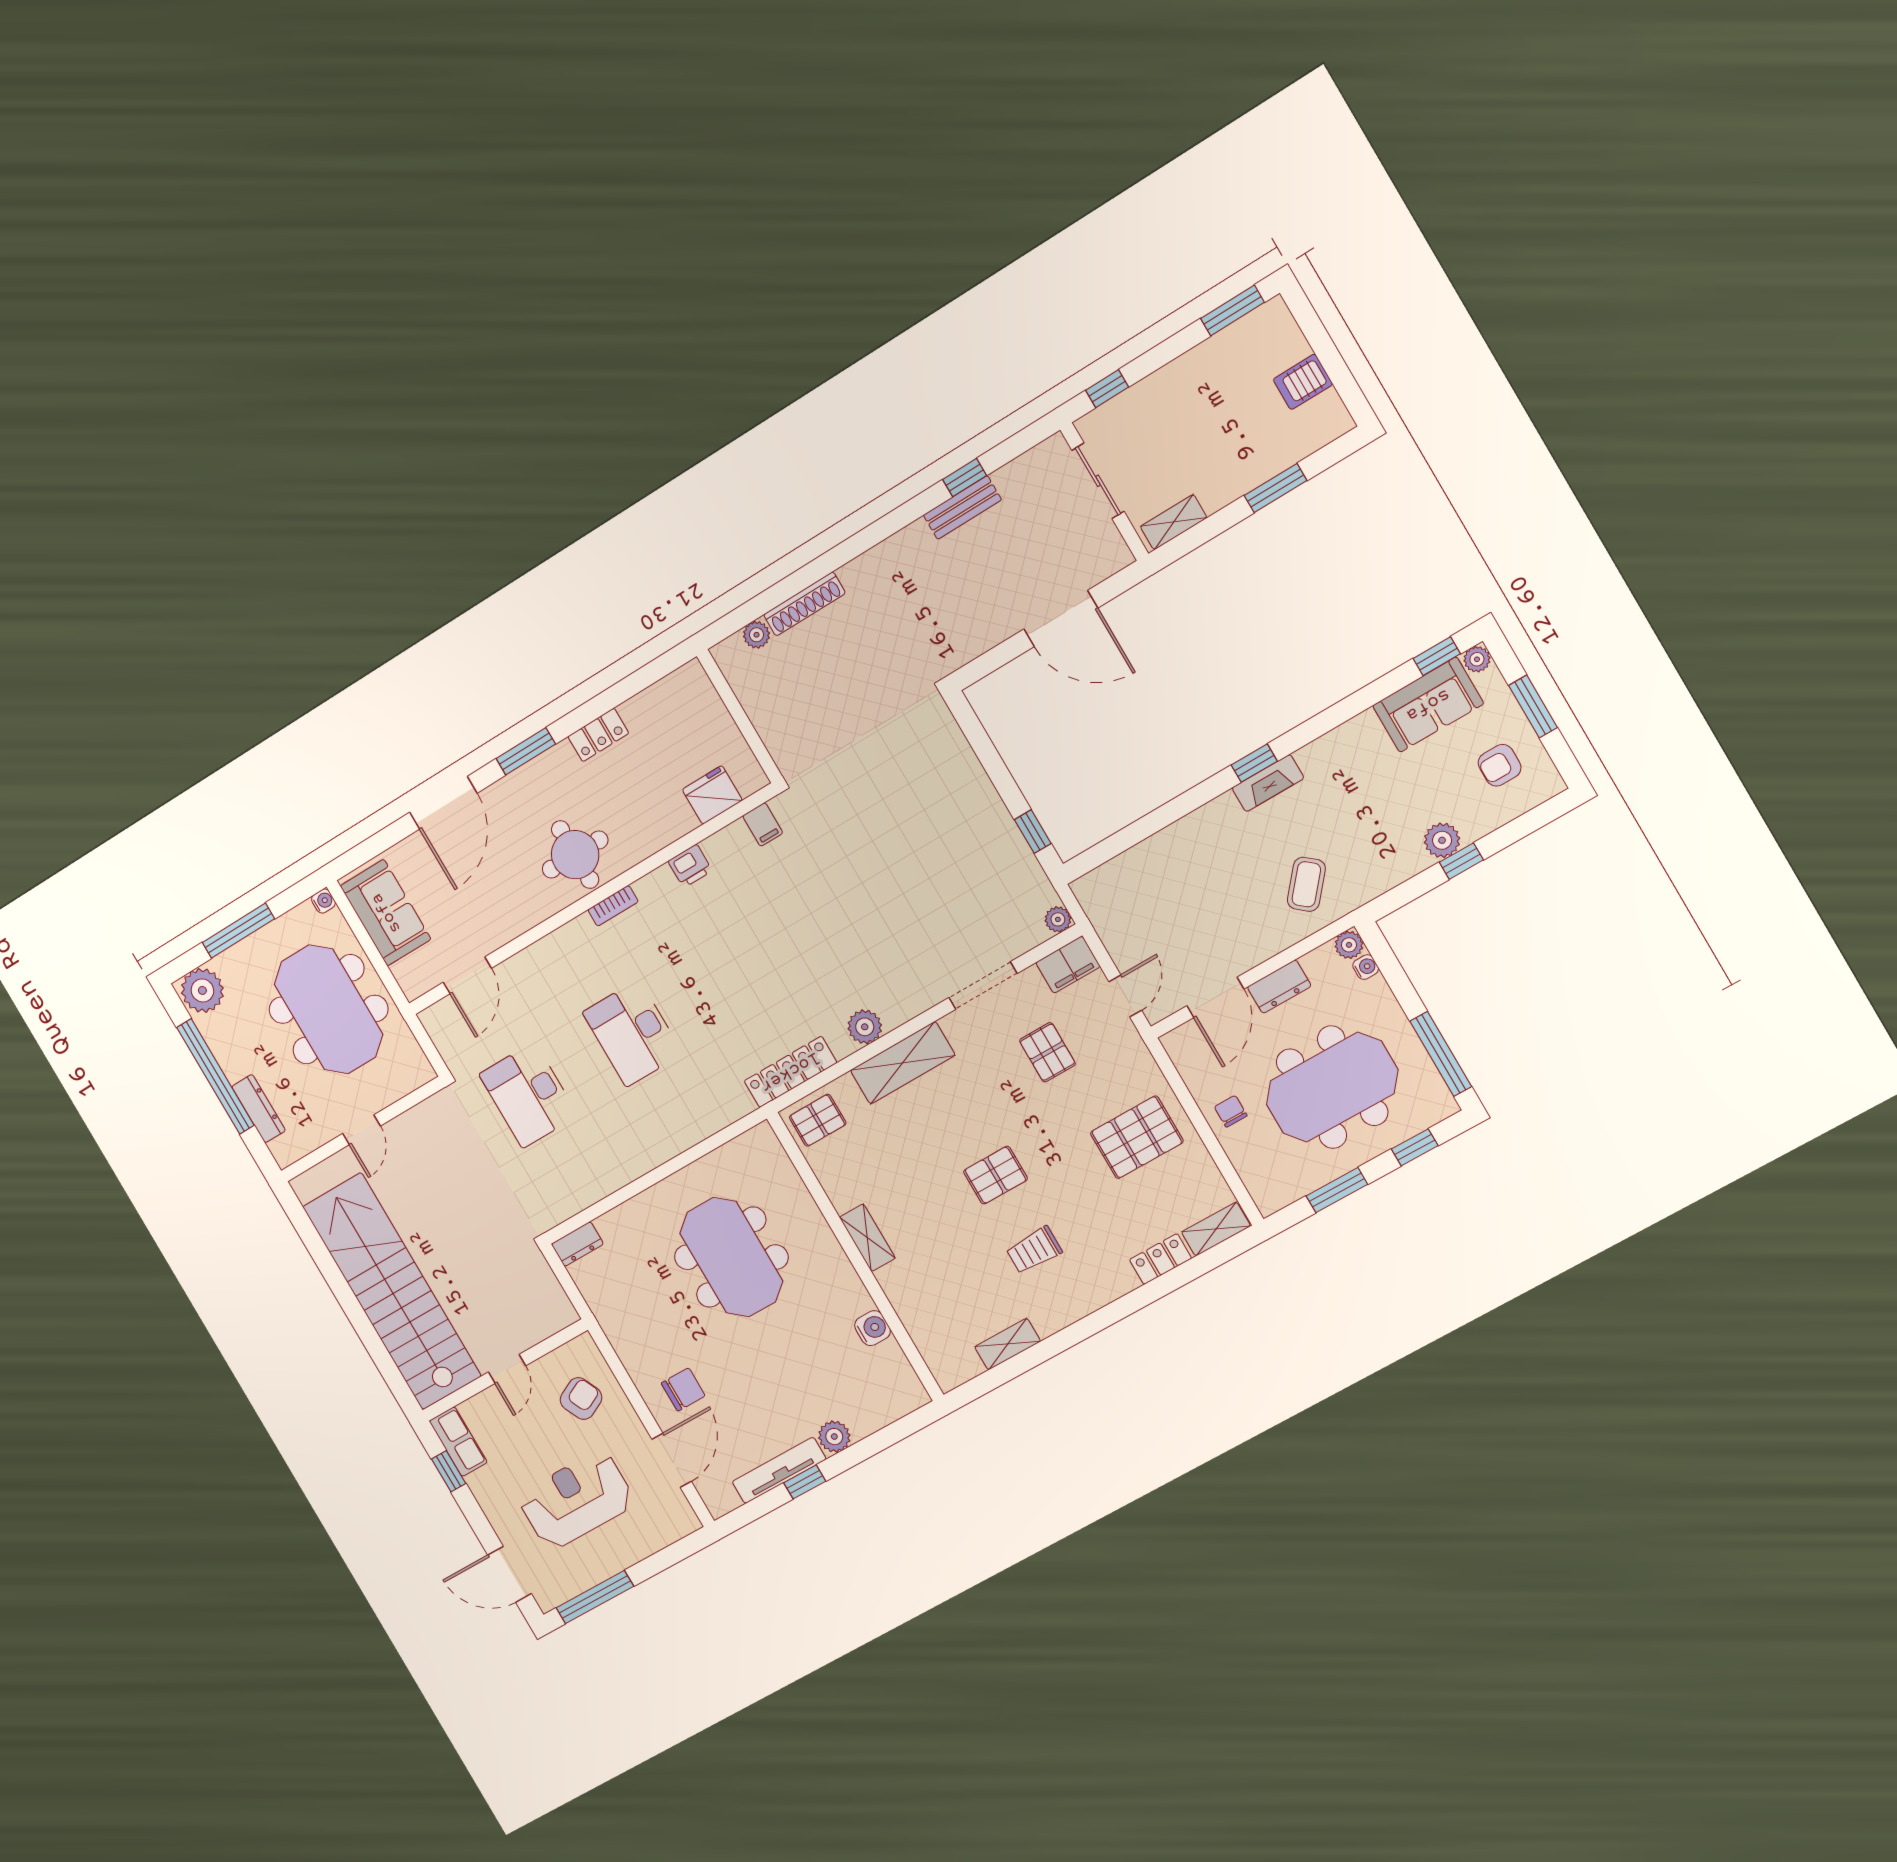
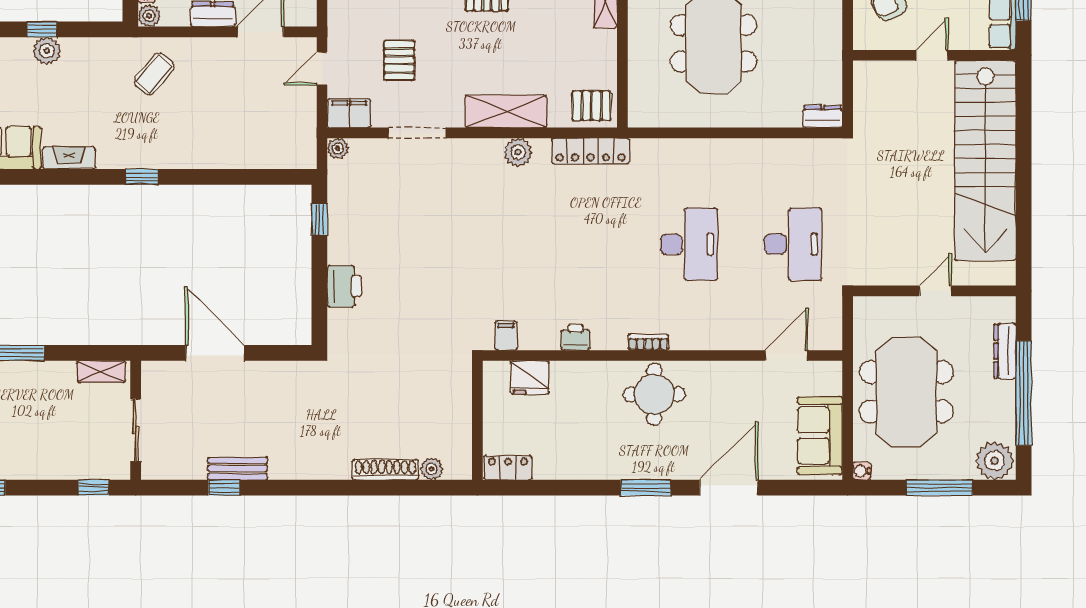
locker: (598, 735) -> (508, 468), moved
printer: (964, 775) -> (344, 286), added
fireplace: (1268, 783) -> (69, 158), moved

